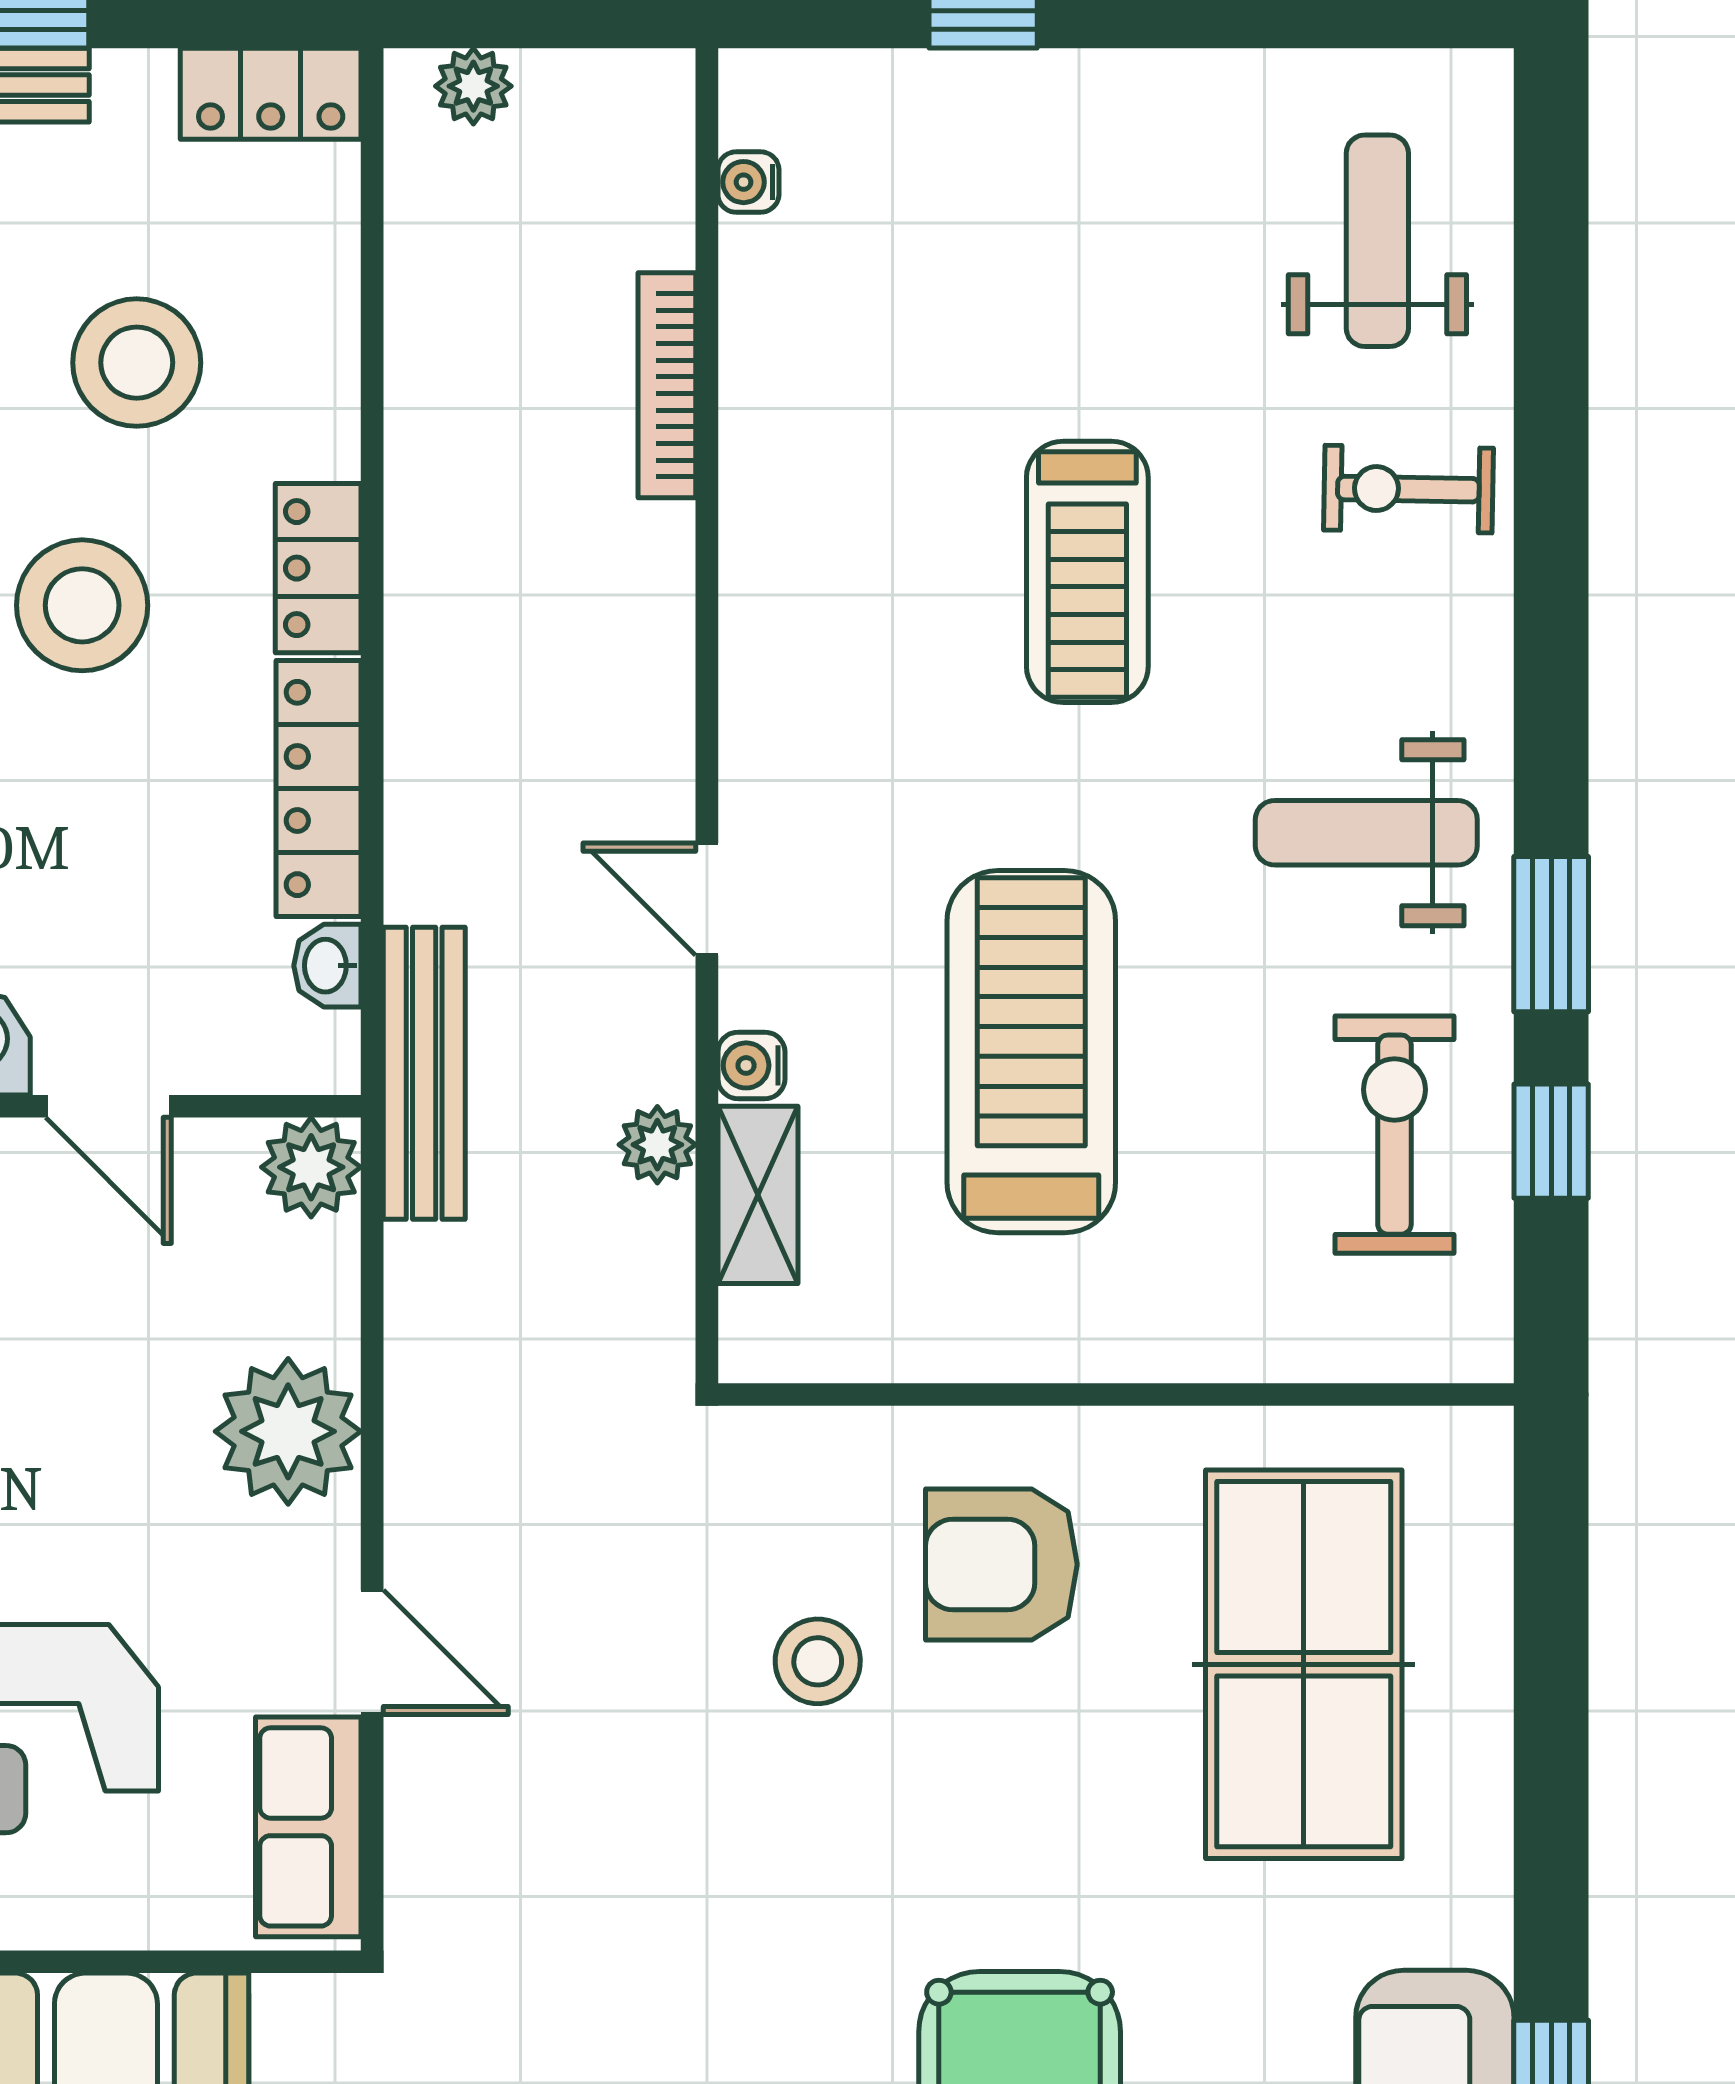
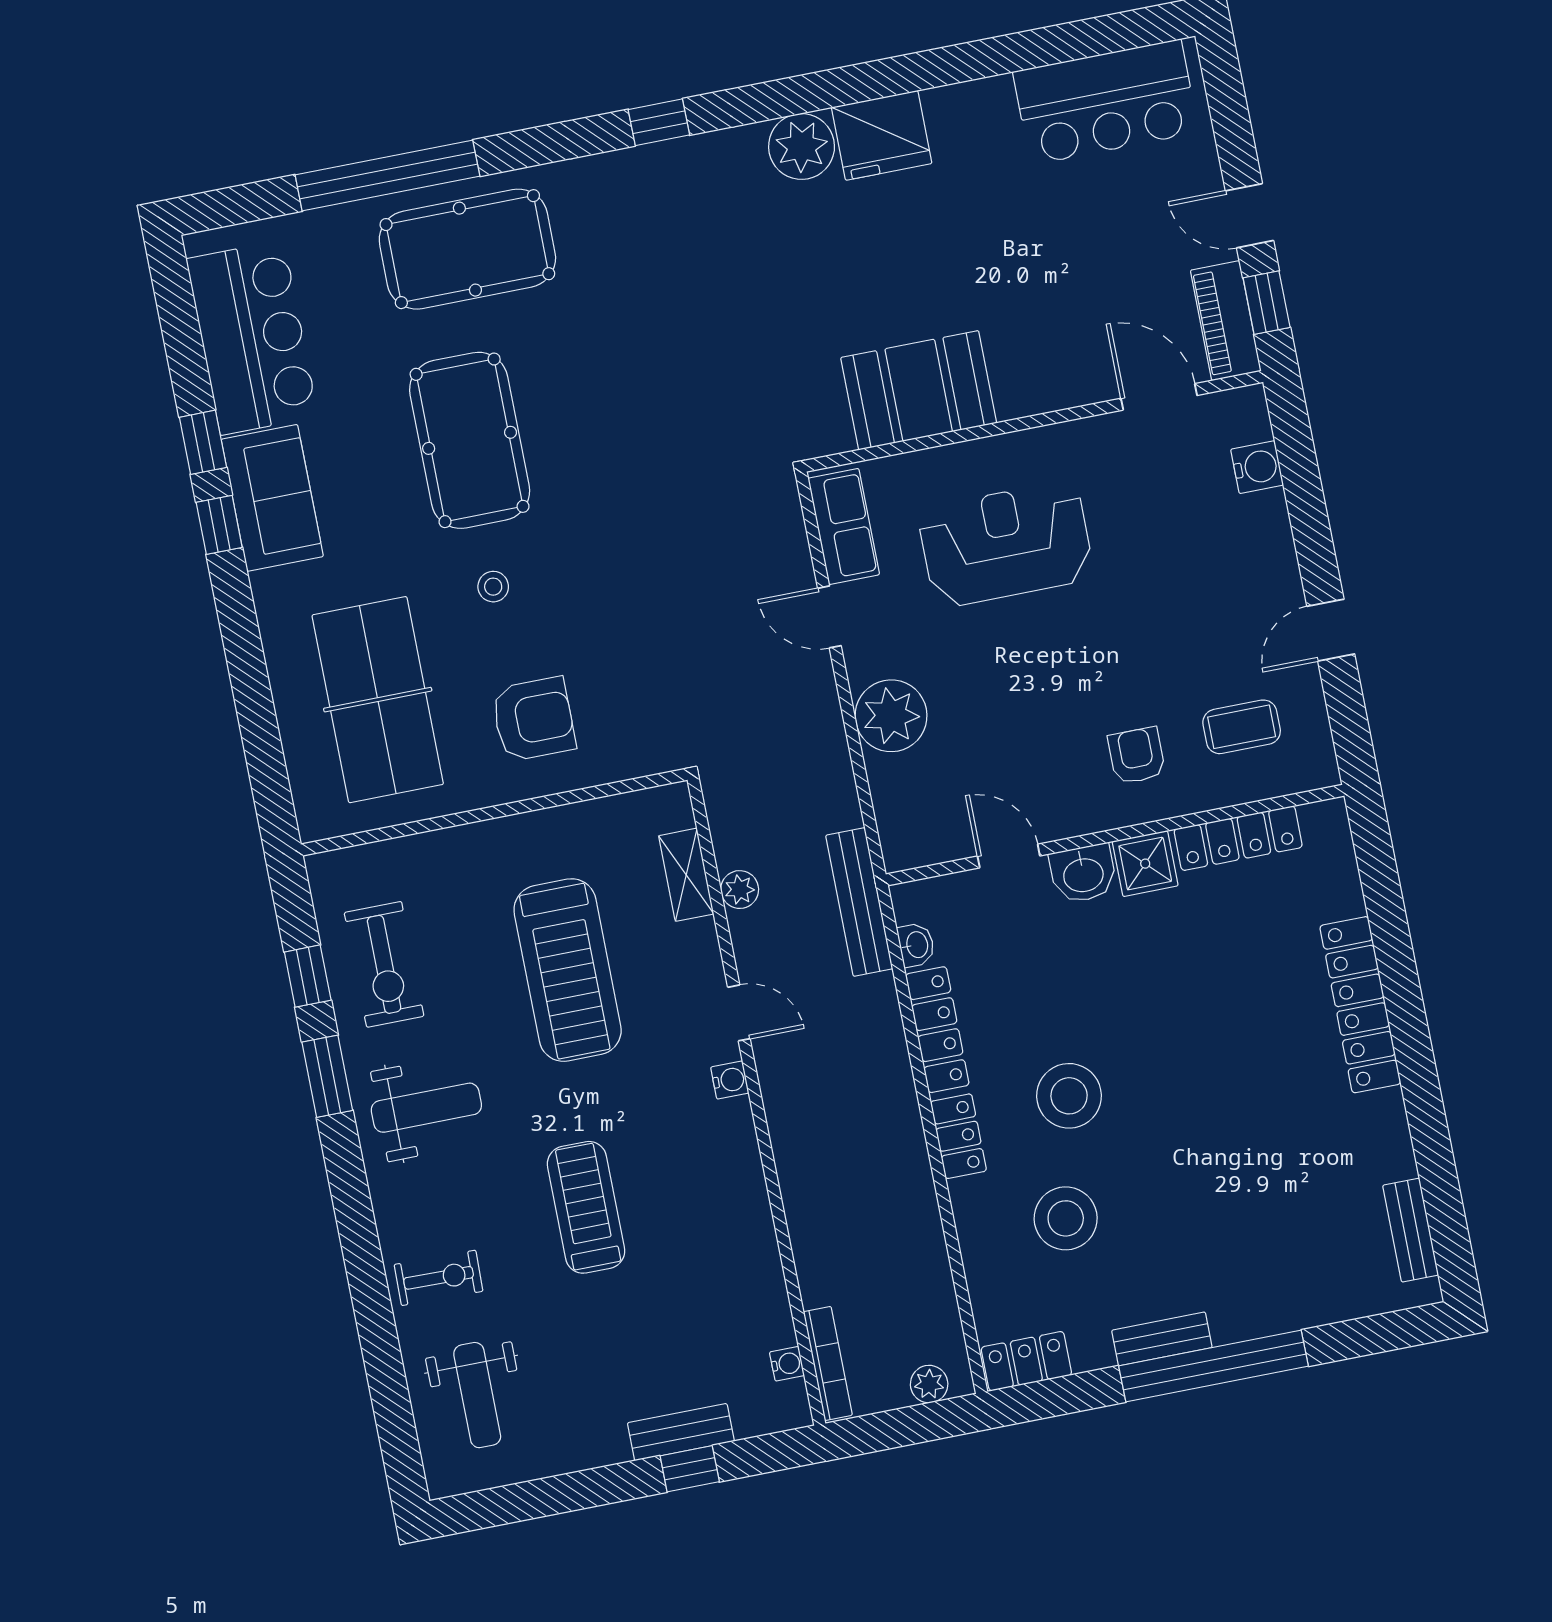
bench: (986, 87) -> (681, 1432), added
bookcase: (667, 385) -> (828, 1363), moved
water cooler: (751, 1065) -> (730, 1080), moved
plant: (311, 1167) -> (905, 846), removed
stool: (818, 1661) -> (493, 587), moved, width x0.73, depth x0.73

